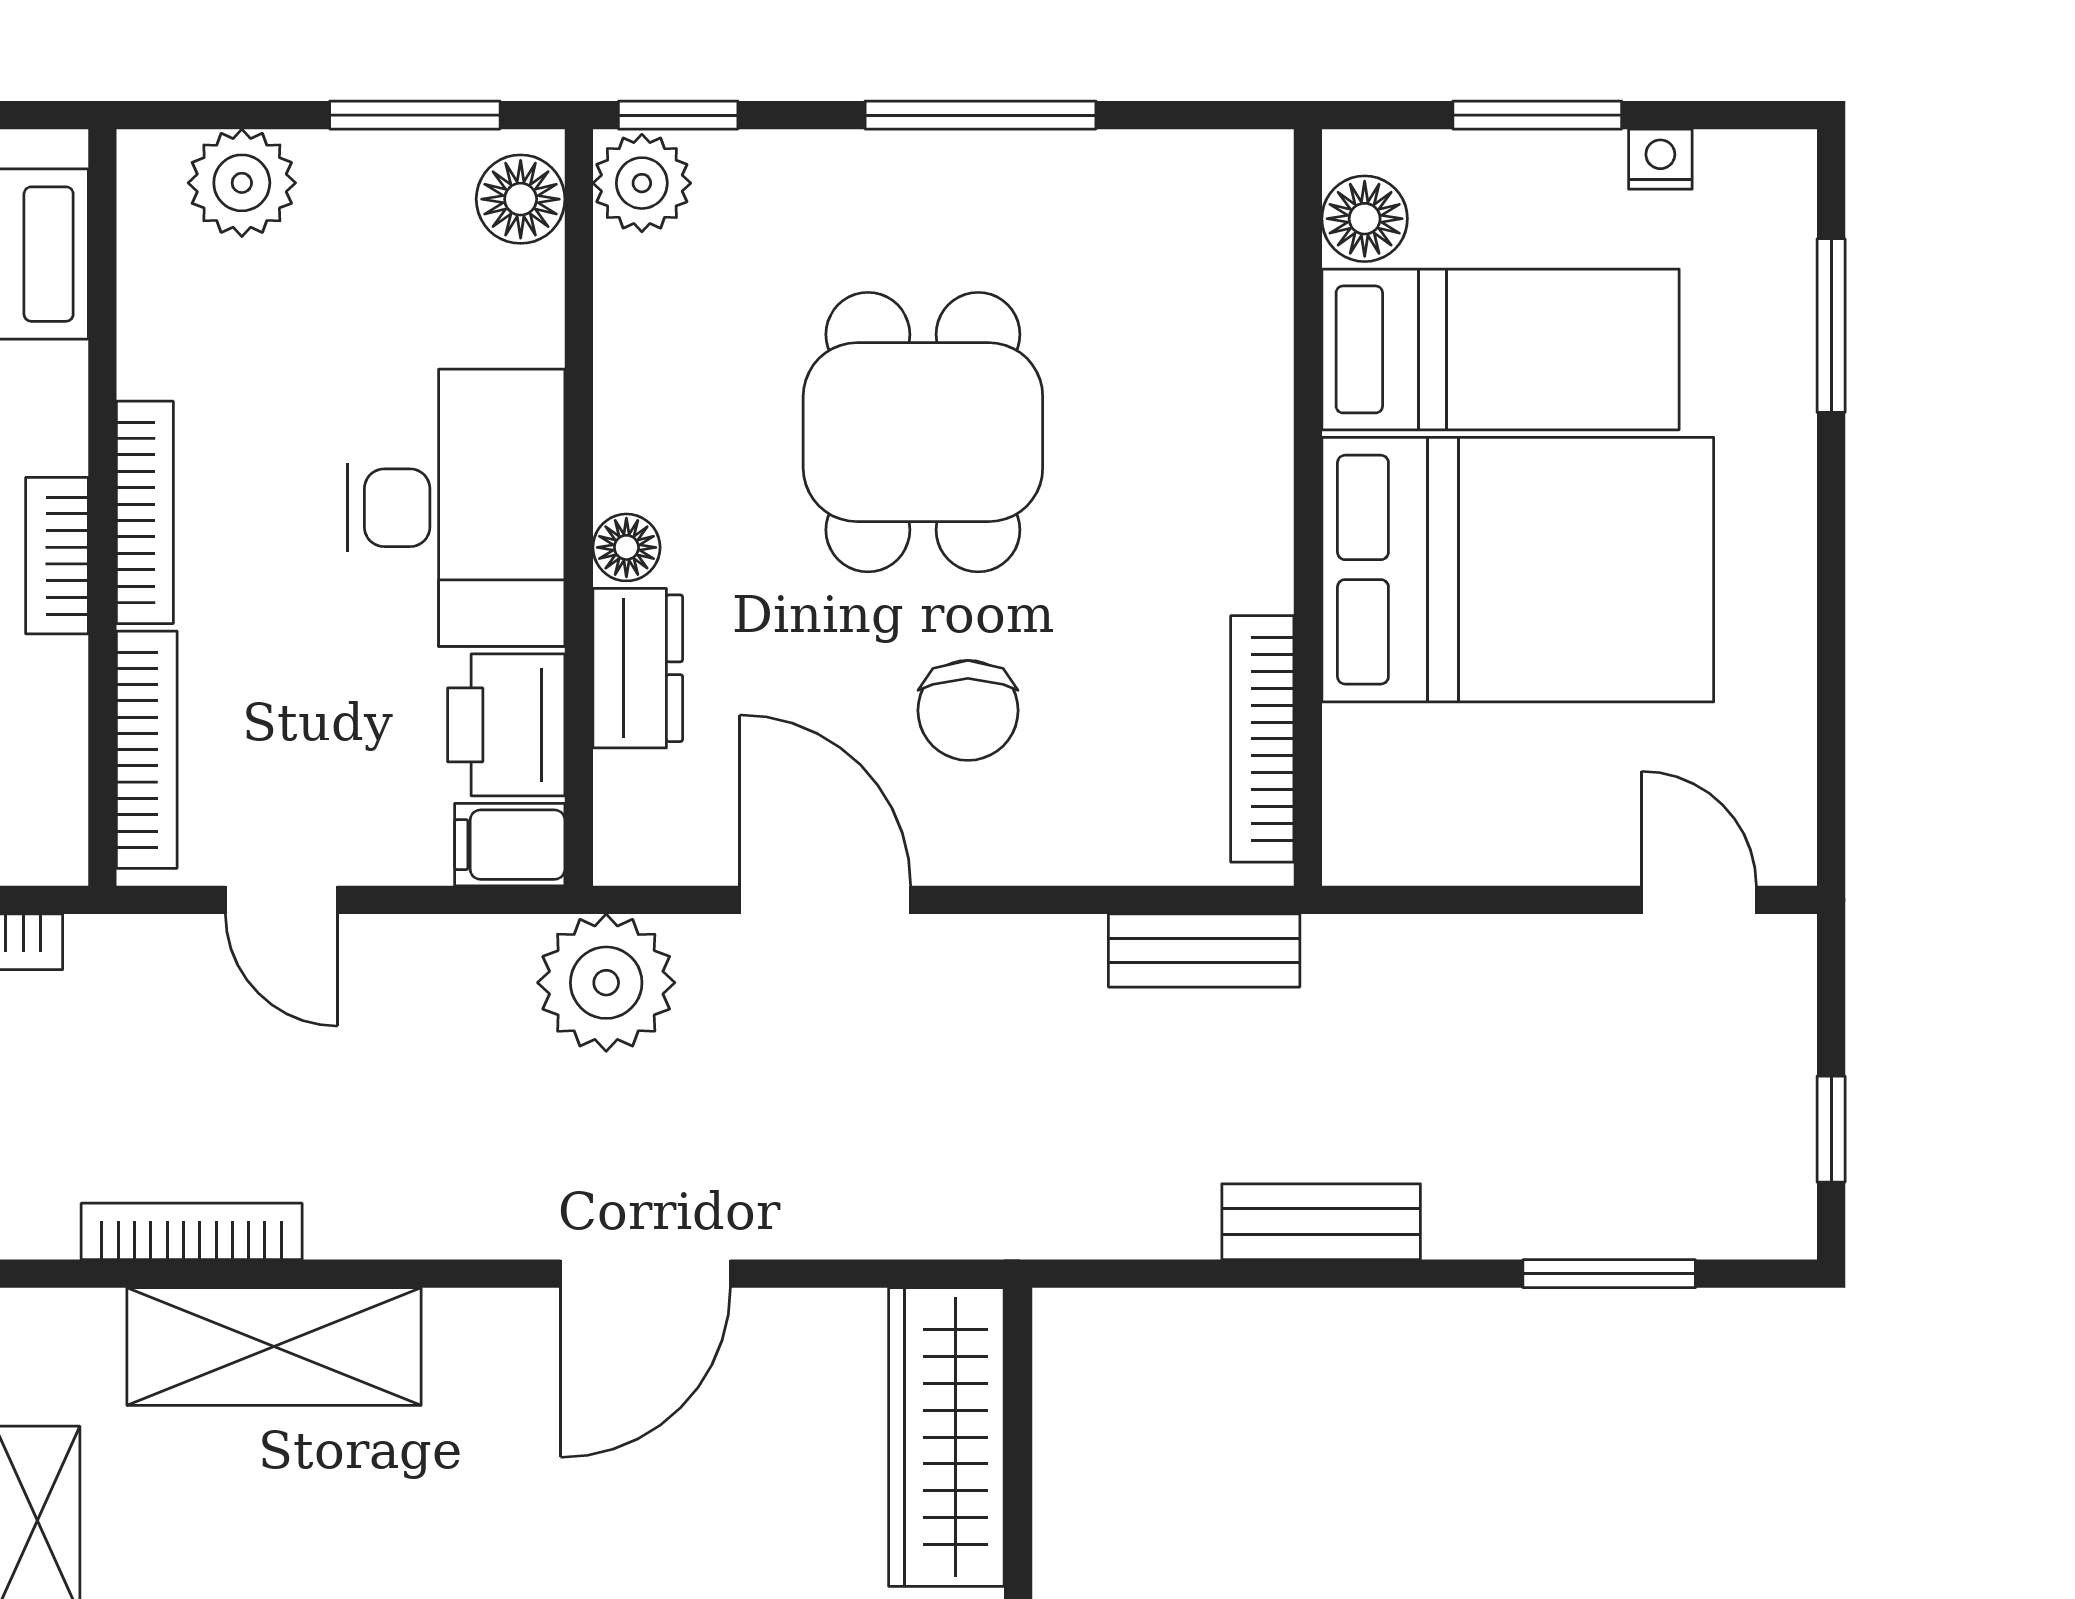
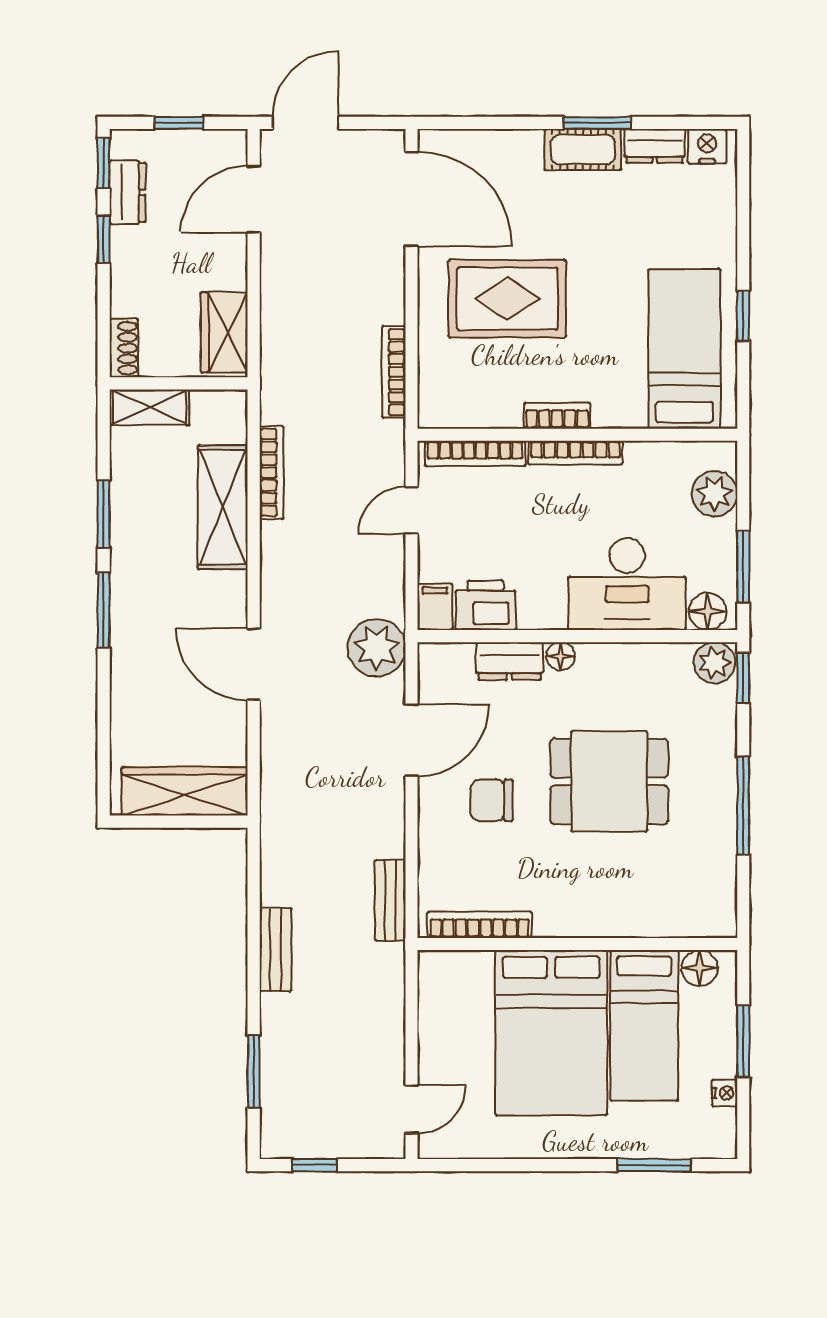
desk: (456, 508) -> (627, 584), moved

